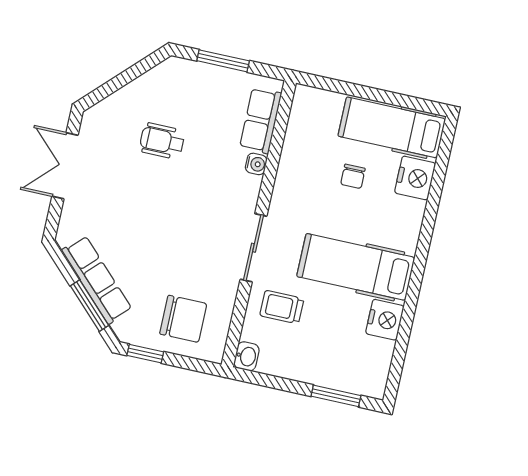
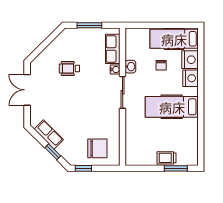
sliding door: (253, 248) -> (123, 92), moved
row of seats: (97, 280) -> (49, 134), width x0.68
window: (90, 306) -> (53, 152), width x0.67
trolley: (282, 307) -> (167, 158), moved
nightstand: (385, 320) -> (190, 78), moved
washbasin: (247, 356) -> (130, 67), moved

